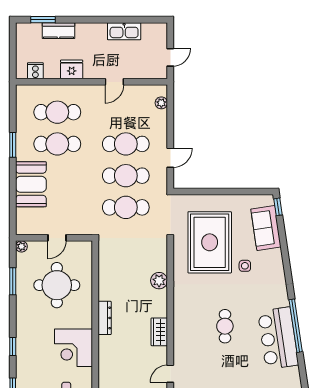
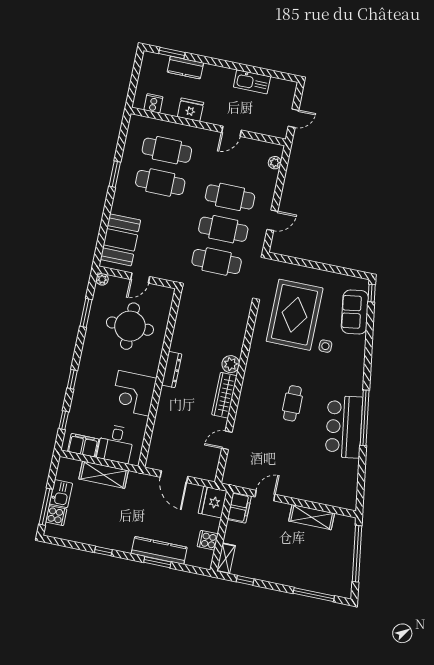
booth: (31, 184) -> (120, 240), moved
plant: (159, 281) -> (231, 364), moved
wardrobe: (159, 332) -> (224, 395), width x1.50

